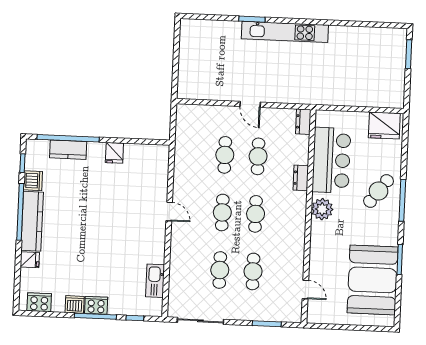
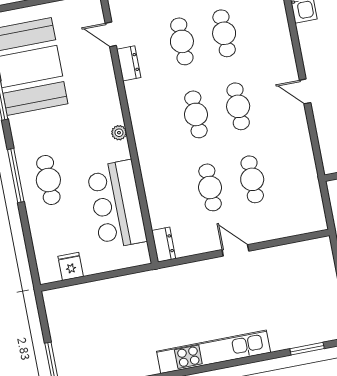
window: (252, 19) -> (307, 349), moved
fridge: (384, 126) -> (71, 266), width x0.53, depth x0.75
dresser: (301, 178) -> (129, 63), moved
cafe table: (379, 191) -> (48, 180), turned -37
plant: (322, 209) -> (119, 133), width x0.53, depth x0.53

